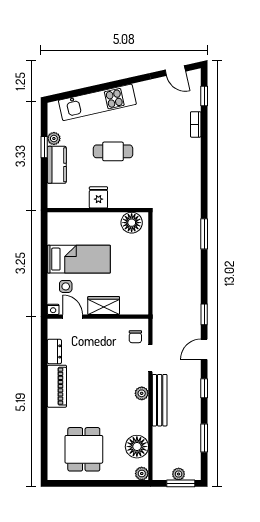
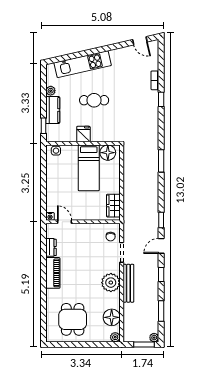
window: (204, 96) -> (161, 99), moved
window: (44, 147) -> (43, 126), moved
bed: (79, 259) -> (89, 168), moved, turned 90
side table: (66, 286) -> (56, 151), moved
wardrobe: (104, 306) -> (113, 206), moved, turned -90
plant: (142, 393) -> (111, 283), width x1.87, depth x1.87
plant: (179, 474) -> (154, 338), moved

